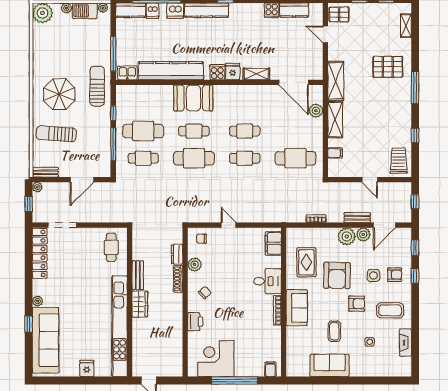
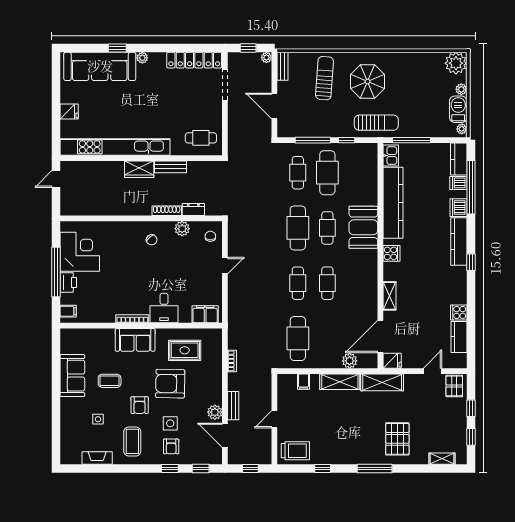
fridge: (233, 72) -> (392, 361), moved
plant: (347, 236) -> (213, 394), removed
printer: (195, 322) -> (68, 282), moved, turned -90

